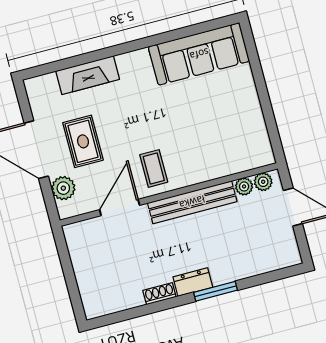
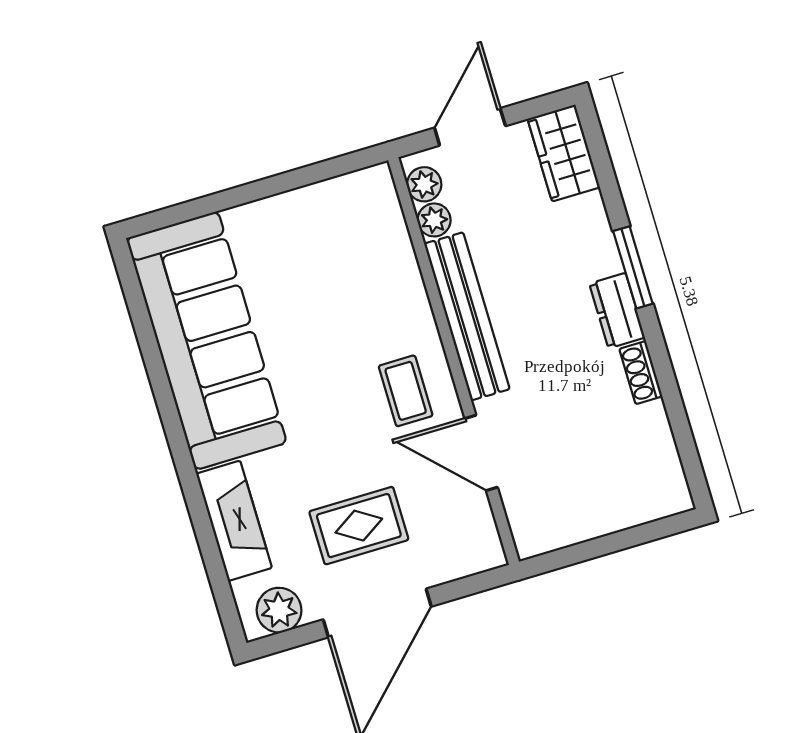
sofa: (199, 54) -> (207, 341), width x1.36, depth x1.27
coffee table: (154, 168) -> (406, 391), turned 90
plant: (63, 188) -> (279, 610), moved
wardrobe: (277, 256) -> (564, 153), added

